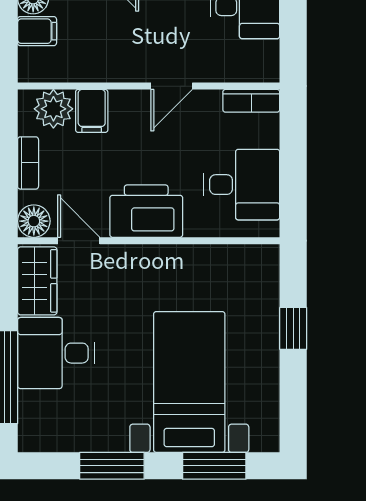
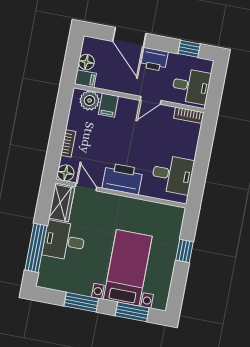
wall: (149, 86) -> (139, 98), moved
door: (172, 86) -> (151, 100), moved
bookcase: (251, 101) -> (189, 115), moved
plant: (53, 109) -> (90, 100), moved
filing cabinet: (92, 111) -> (108, 105), moved

